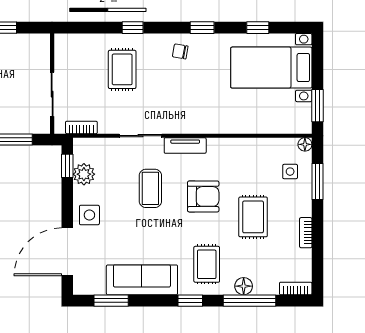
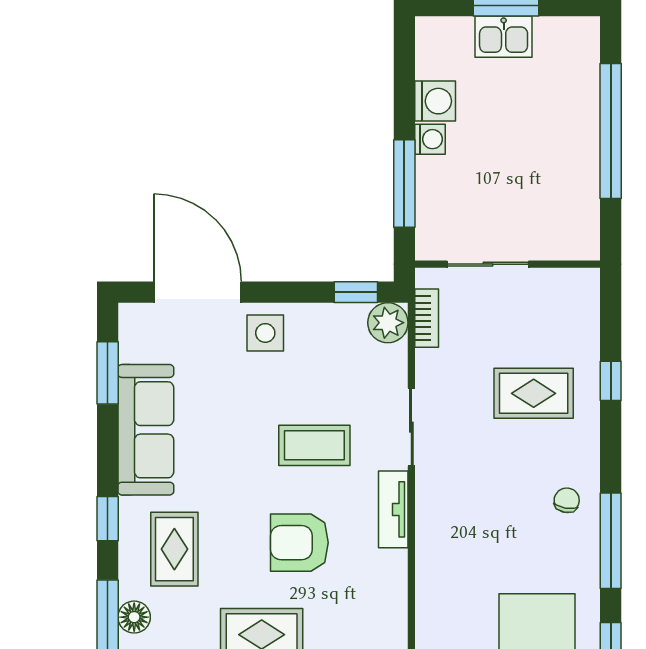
window: (133, 28) -> (611, 381), moved
window: (202, 28) -> (611, 541), width x2.17
plant: (84, 174) -> (388, 323), moved
armchair: (203, 196) -> (299, 543), turned 90
rug: (207, 264) -> (174, 549), turned 90

